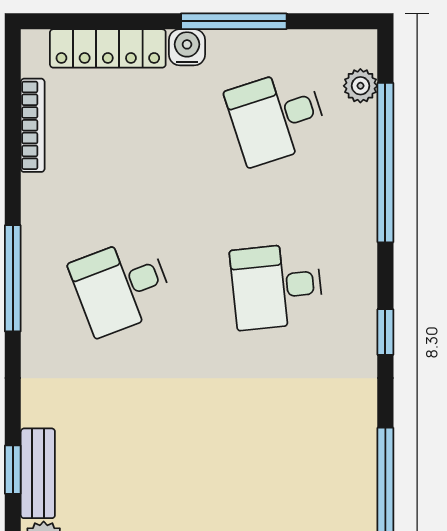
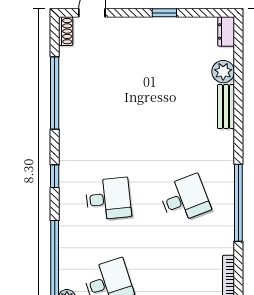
window: (13, 278) -> (238, 203), width x1.46
window: (13, 470) -> (238, 108), removed

